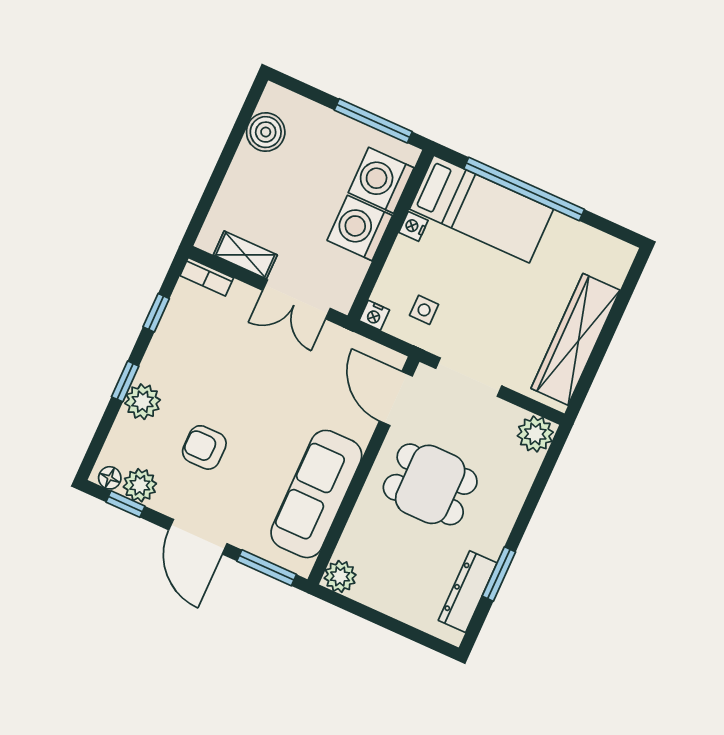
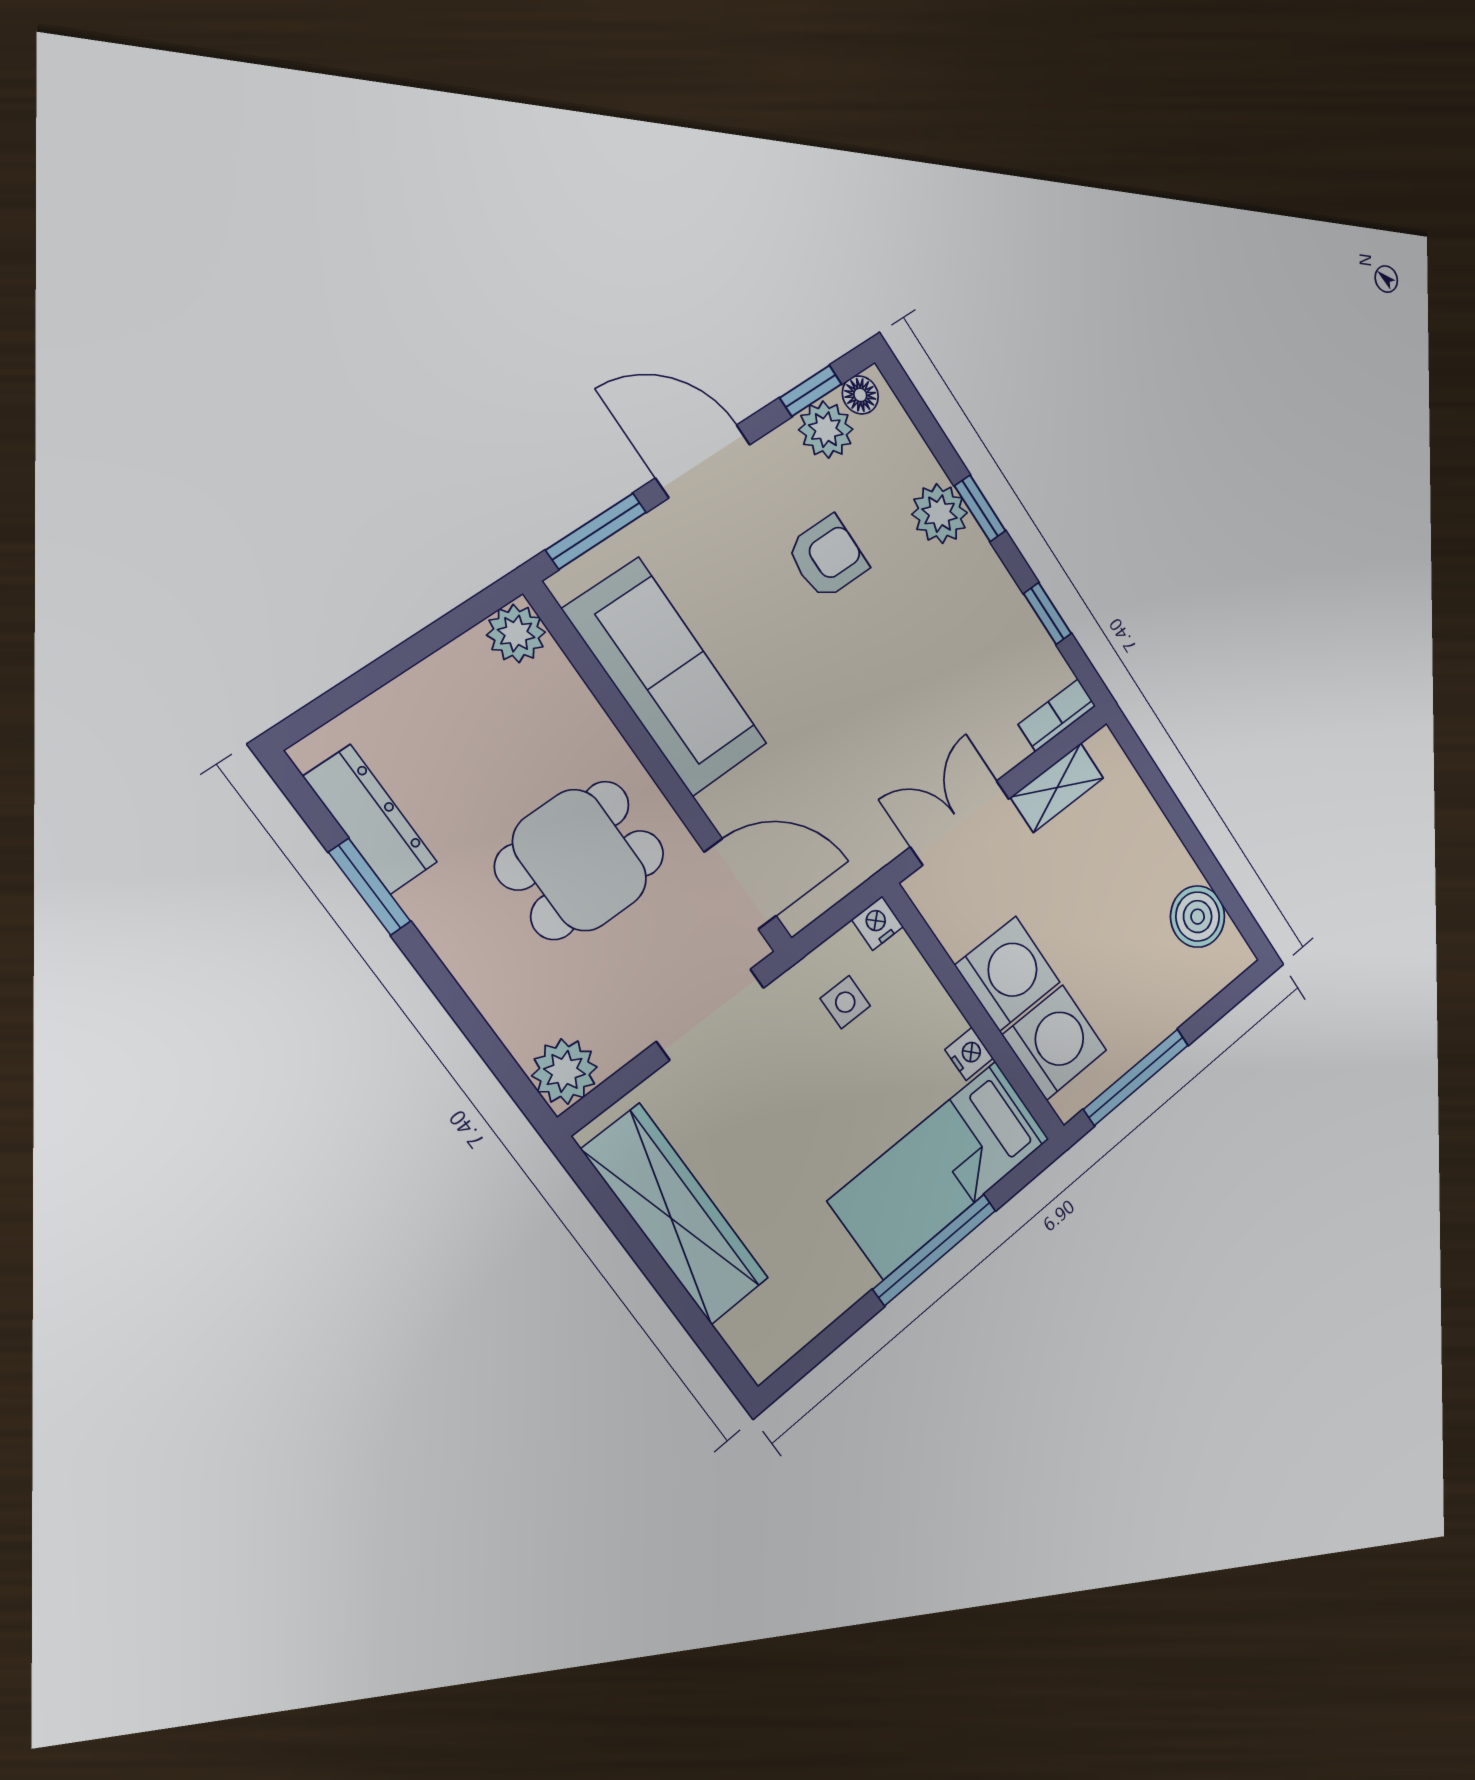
window: (524, 189) -> (935, 1250), width x0.68

